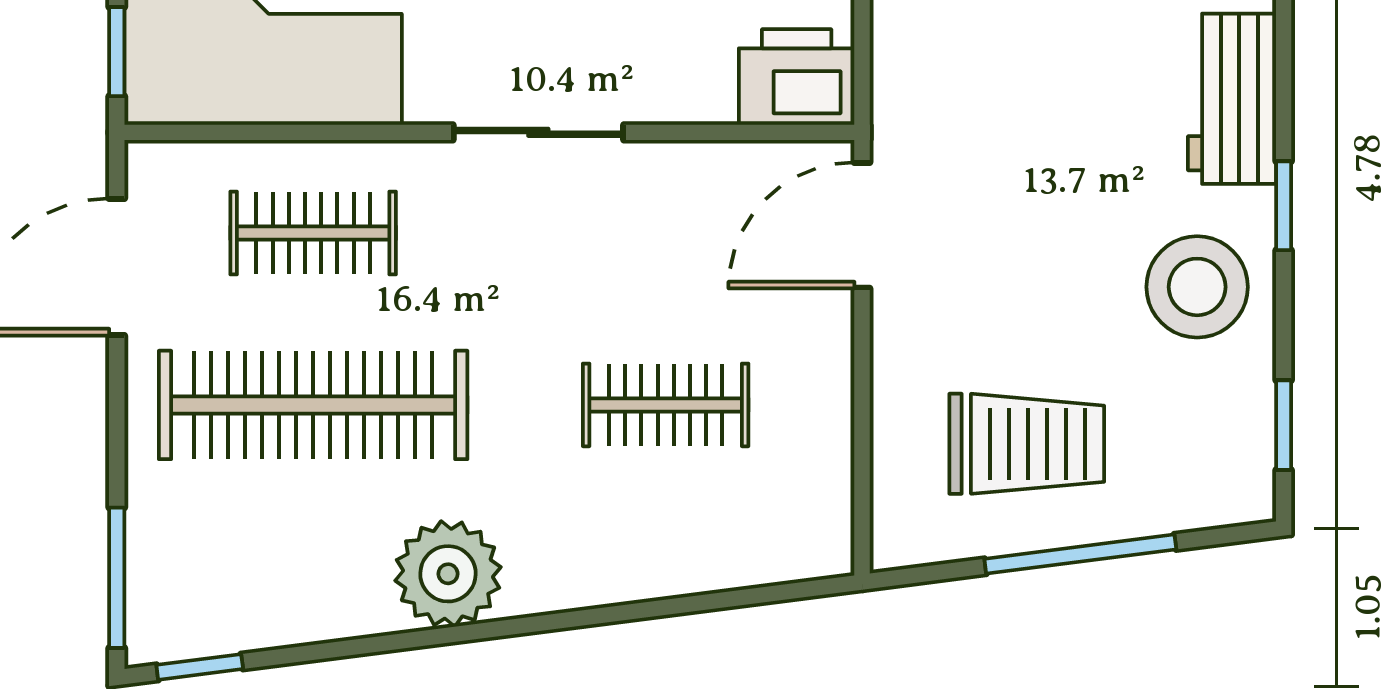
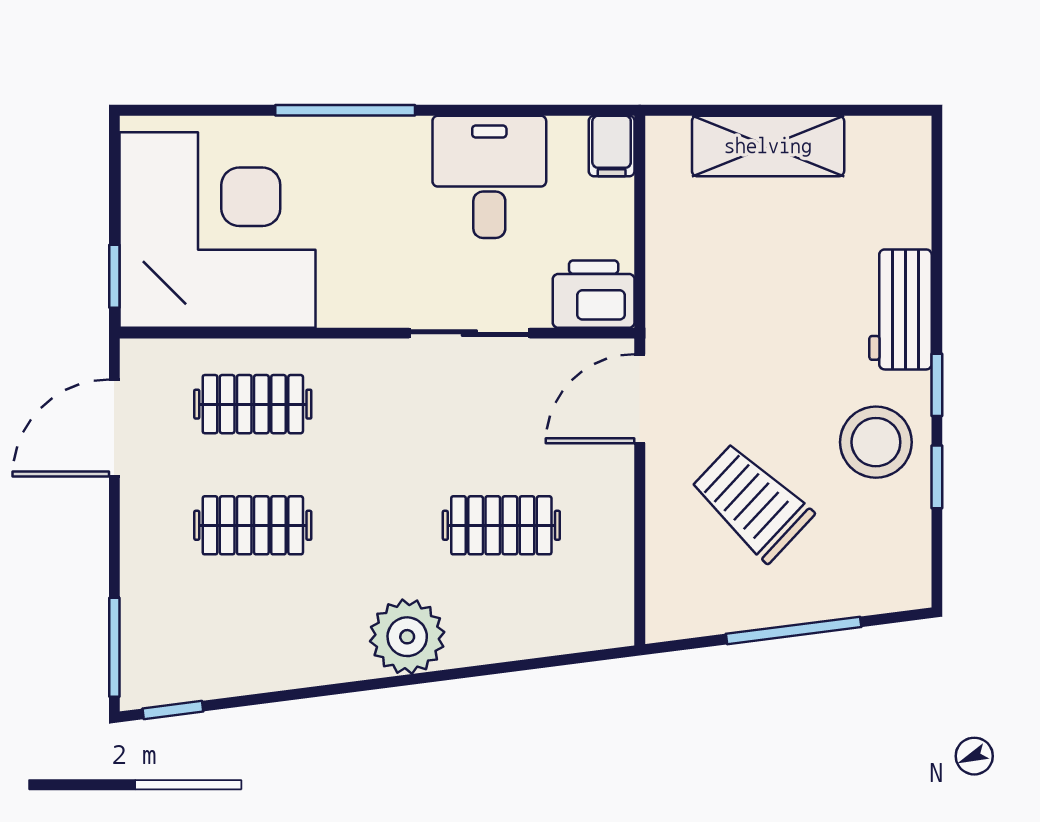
sliding door: (538, 132) -> (469, 333), moved
clothes rail: (313, 405) -> (253, 525), width x0.54, depth x0.76
window: (1284, 425) -> (937, 477), moved
trolley: (1027, 444) -> (752, 502), moved, turned -137
plant: (448, 574) -> (407, 637), moved

